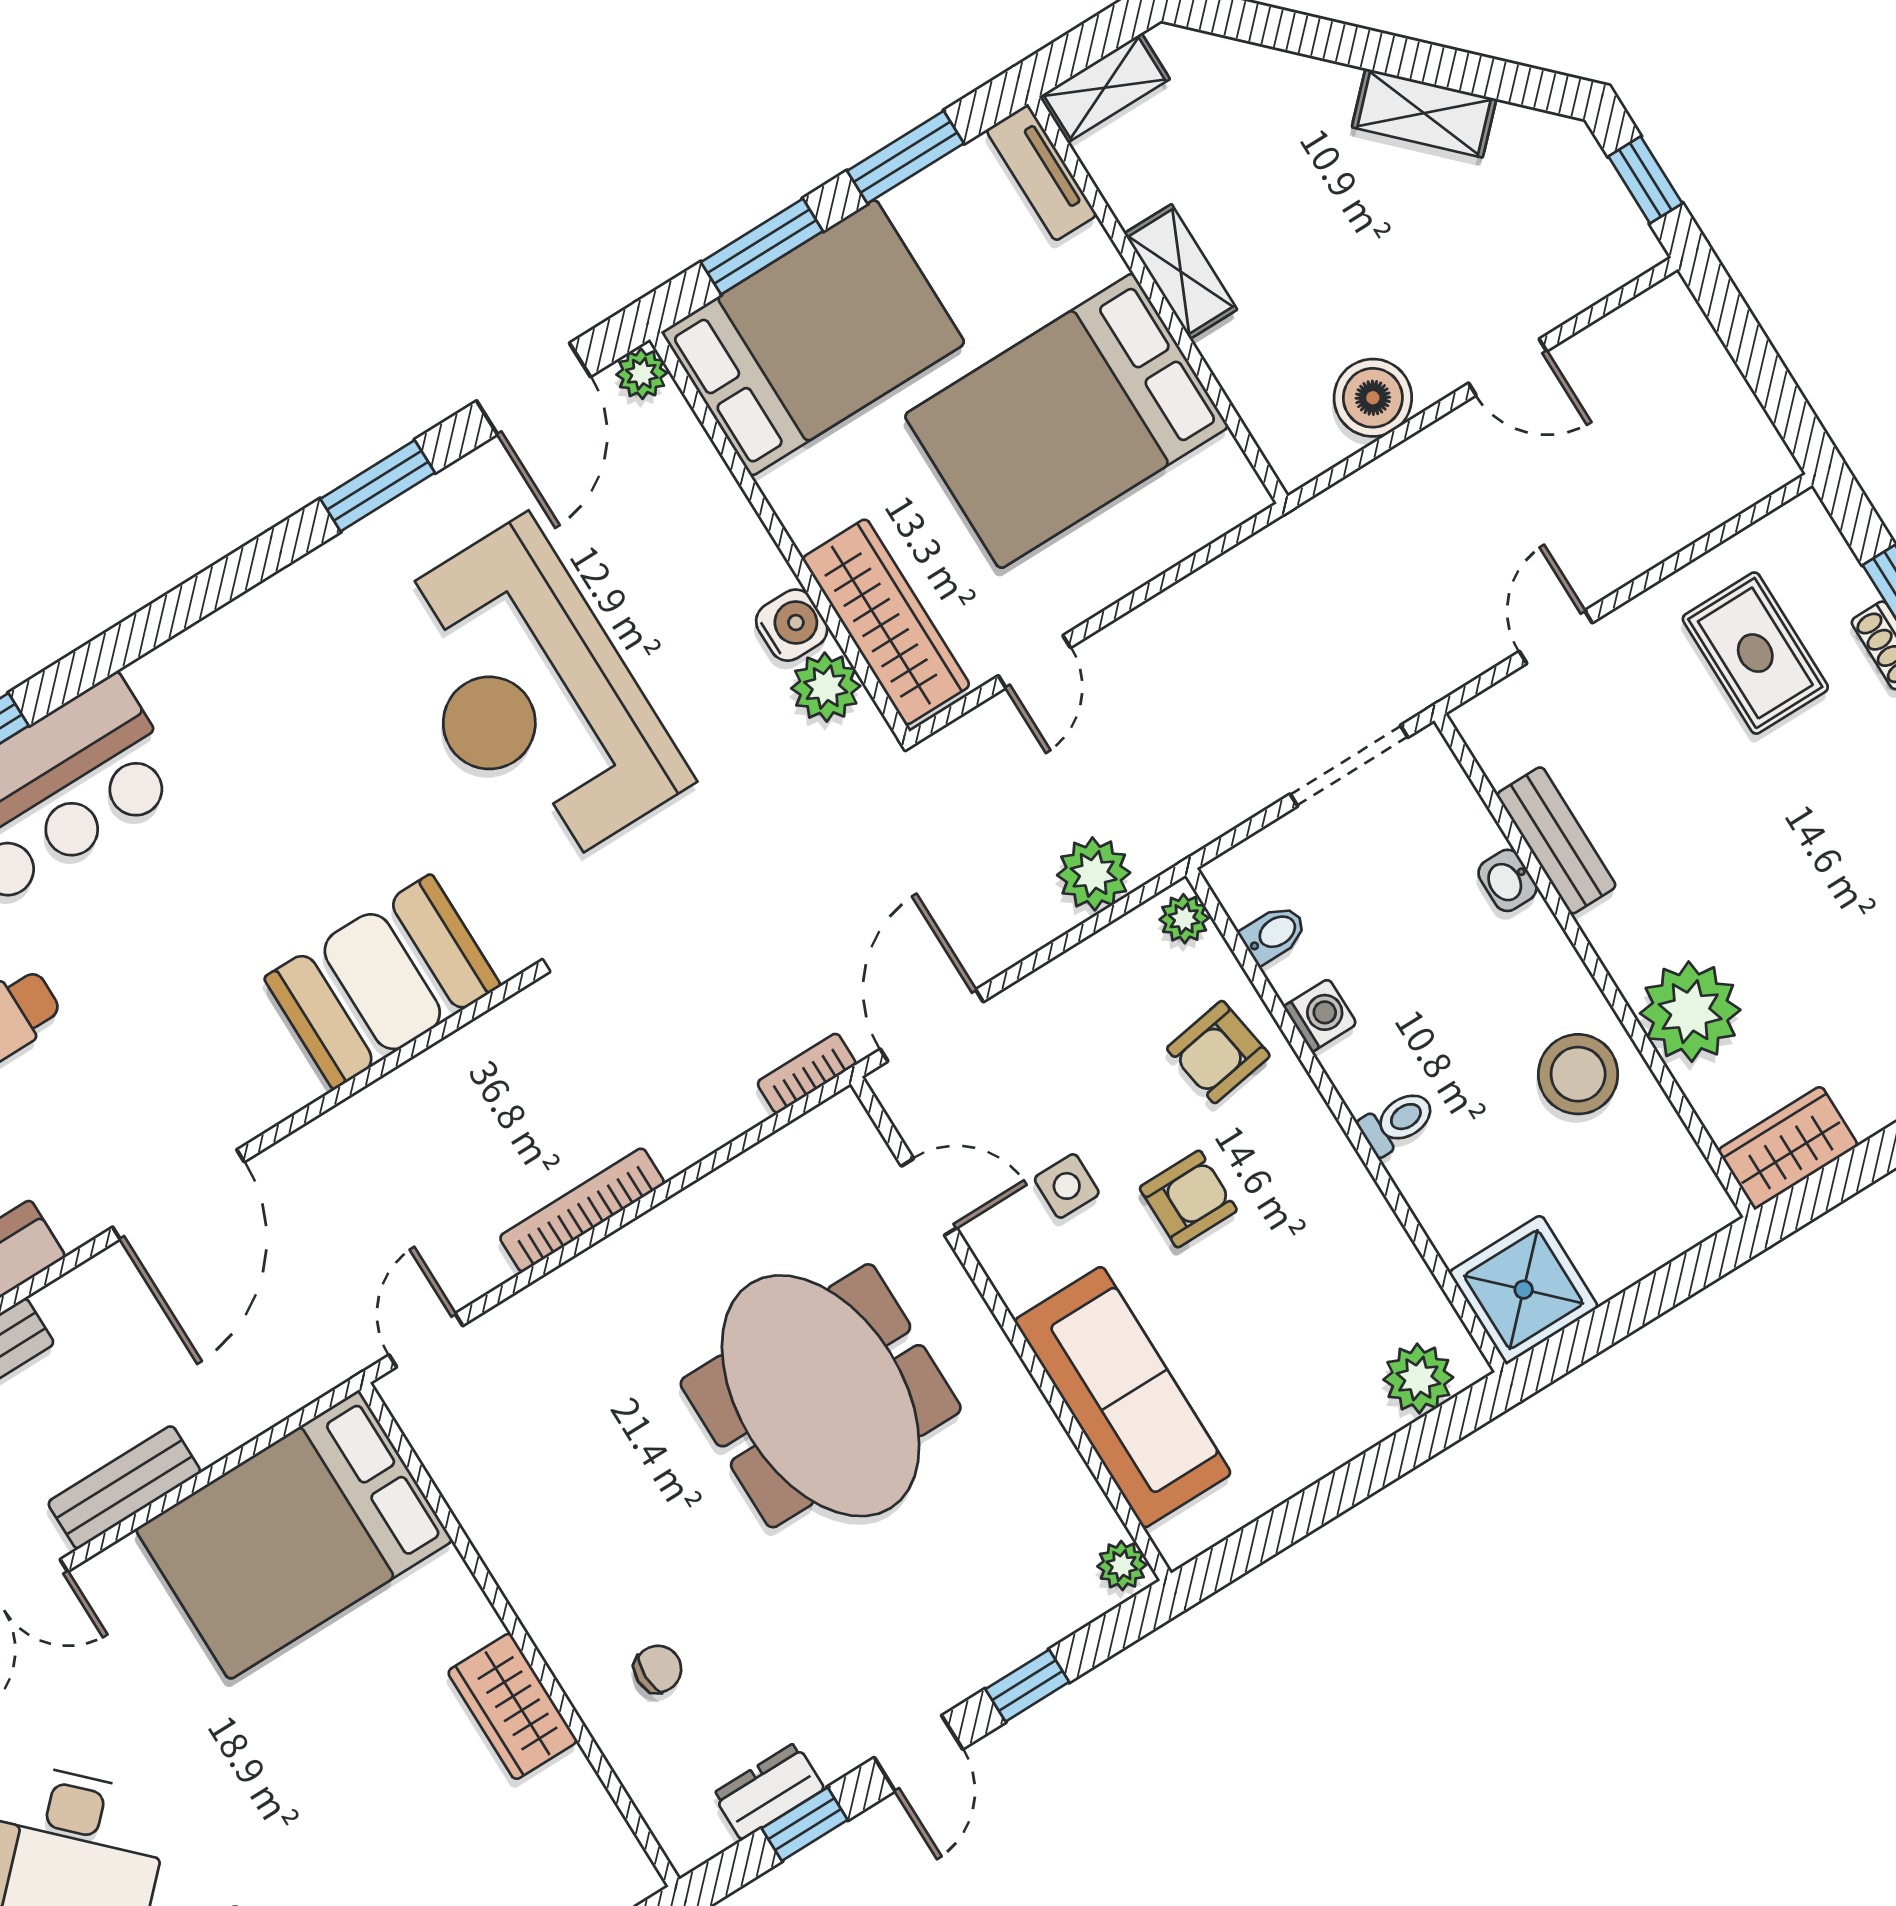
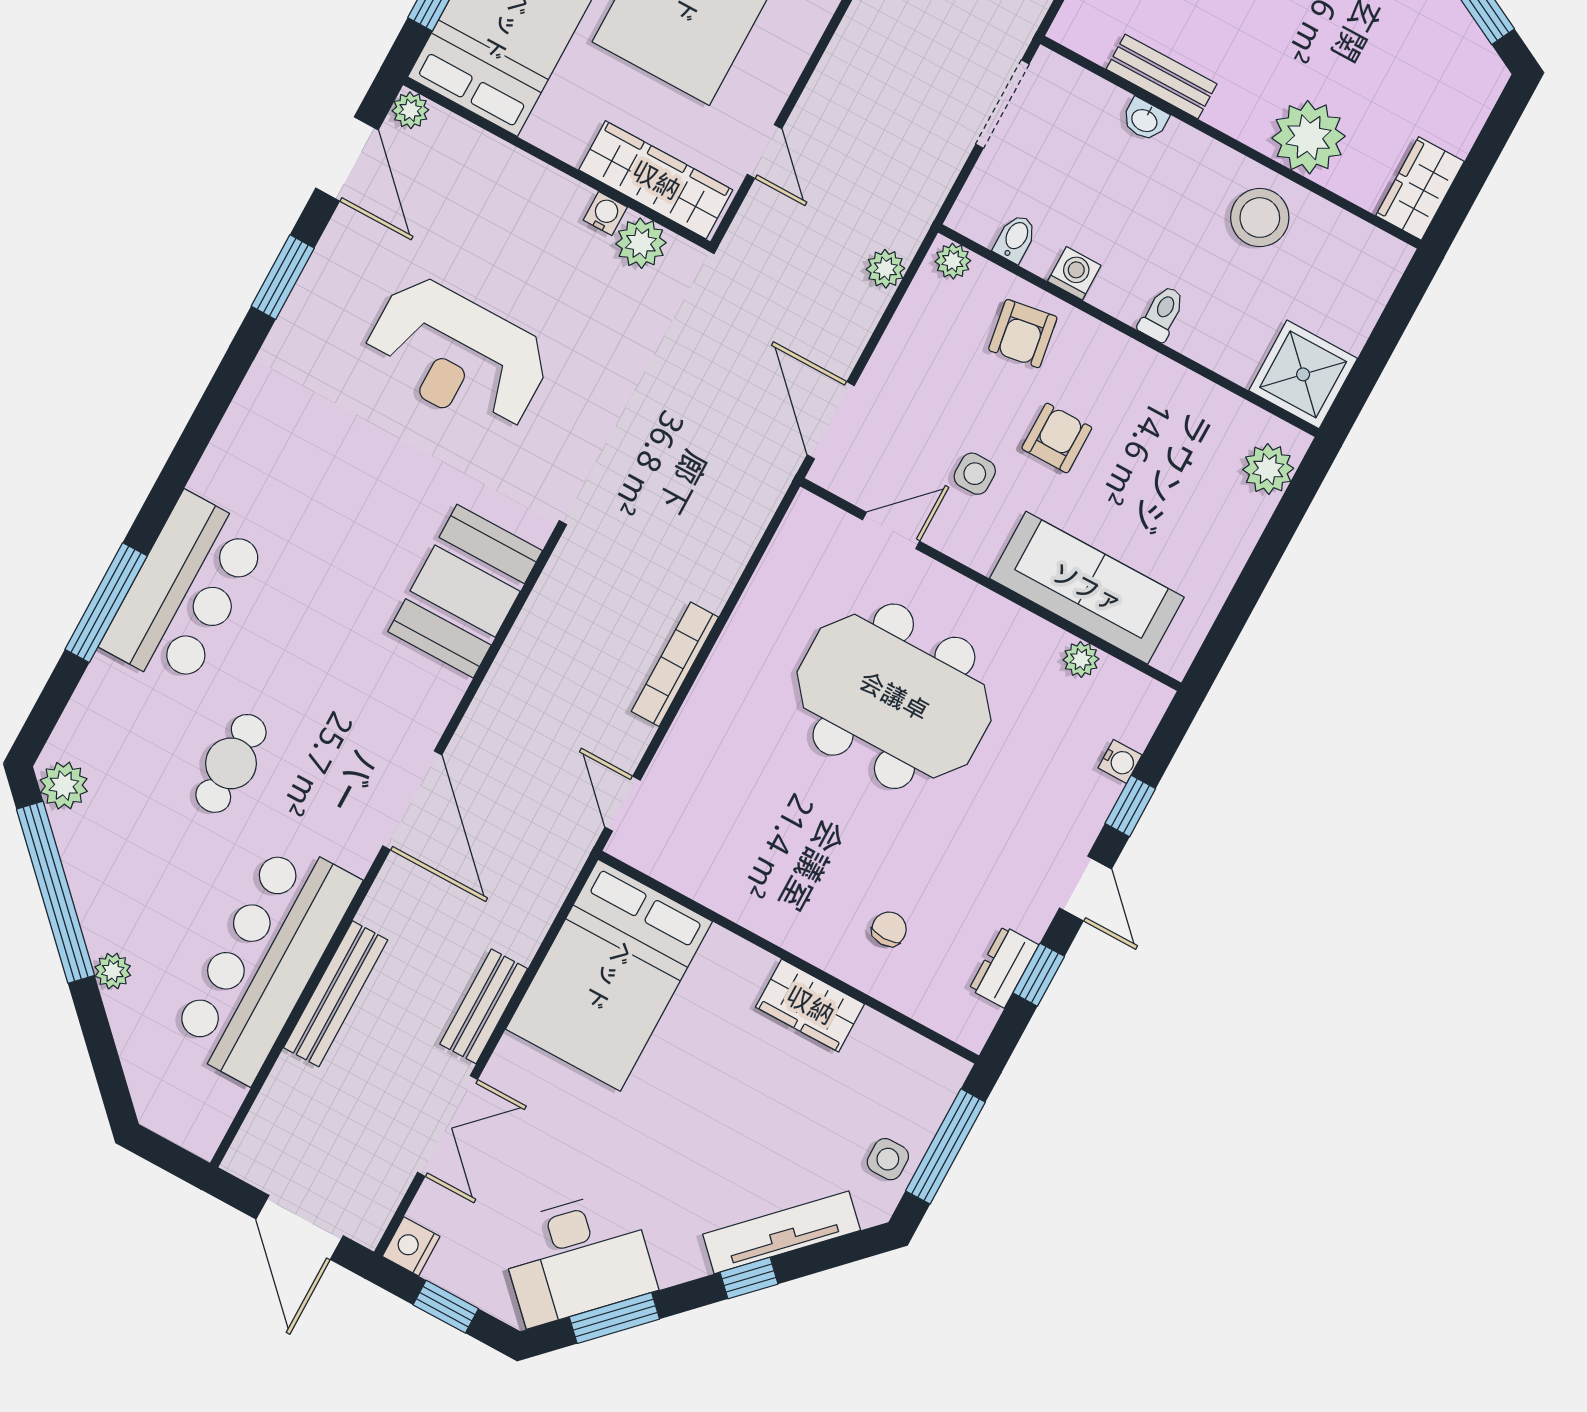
water cooler: (792, 625) -> (605, 214), width x0.72, depth x0.72
reception desk: (532, 697) -> (457, 356), width x0.74, depth x0.77
plant: (1094, 874) -> (885, 269), width x0.73, depth x0.73
bookcase: (807, 1073) -> (768, 496), removed
plant: (1122, 1566) -> (1081, 659), moved
water cooler: (1045, 1626) -> (1120, 761), added

